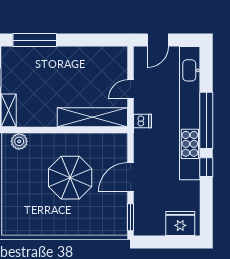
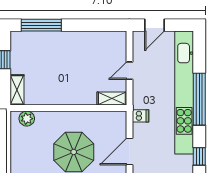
shelving: (92, 117) -> (112, 99), width x0.45, depth x0.75
dishwasher: (143, 121) -> (141, 116), moved
window: (206, 167) -> (199, 156), moved

